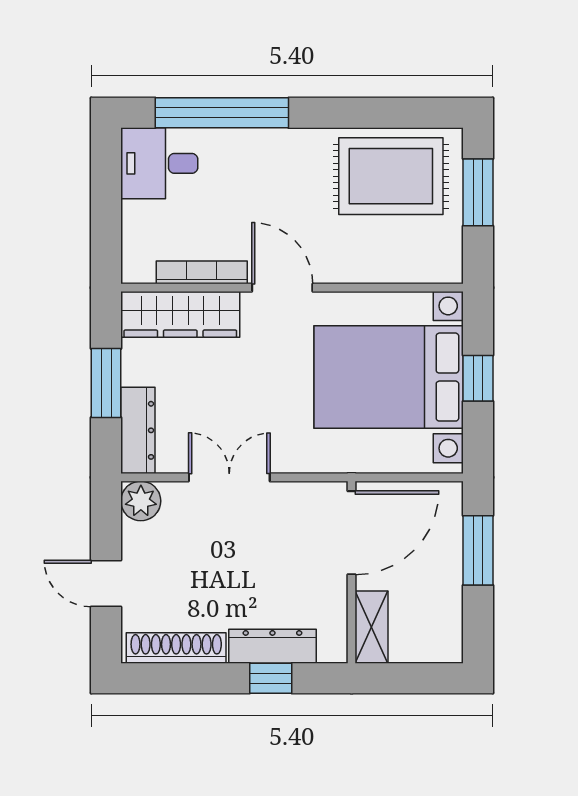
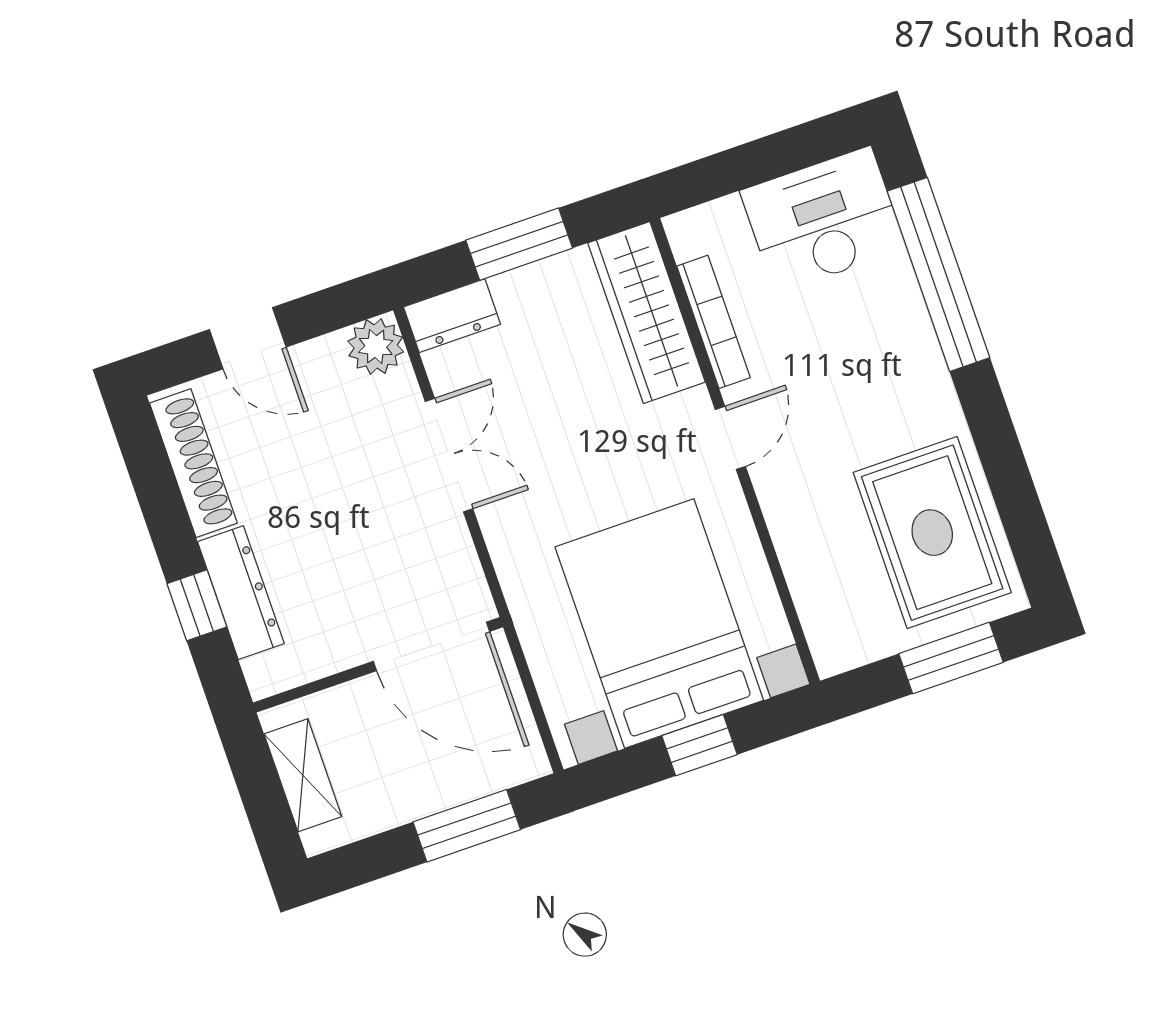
desk: (159, 163) -> (823, 220), width x1.37
door: (282, 288) -> (730, 438), width x0.73
dresser: (138, 430) -> (452, 316), width x0.70
door: (106, 584) -> (248, 338), swing flipped
shelving: (372, 627) -> (303, 775), moved, turned 90

